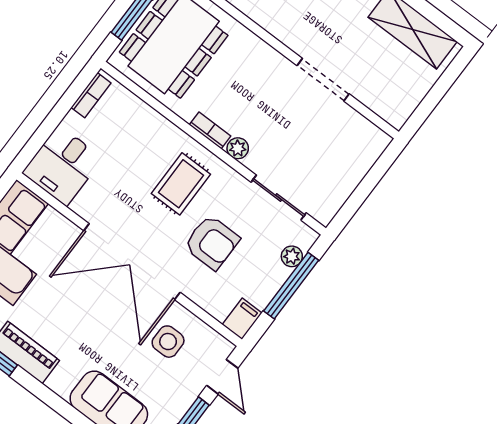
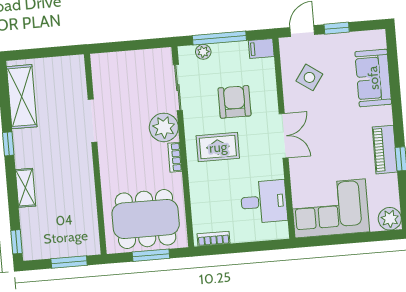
plant: (238, 148) -> (164, 127), width x1.88, depth x1.88
desk: (63, 166) -> (264, 202), moved
double door: (132, 262) -> (284, 136), width x0.54
side table: (168, 342) -> (309, 77), turned 35

